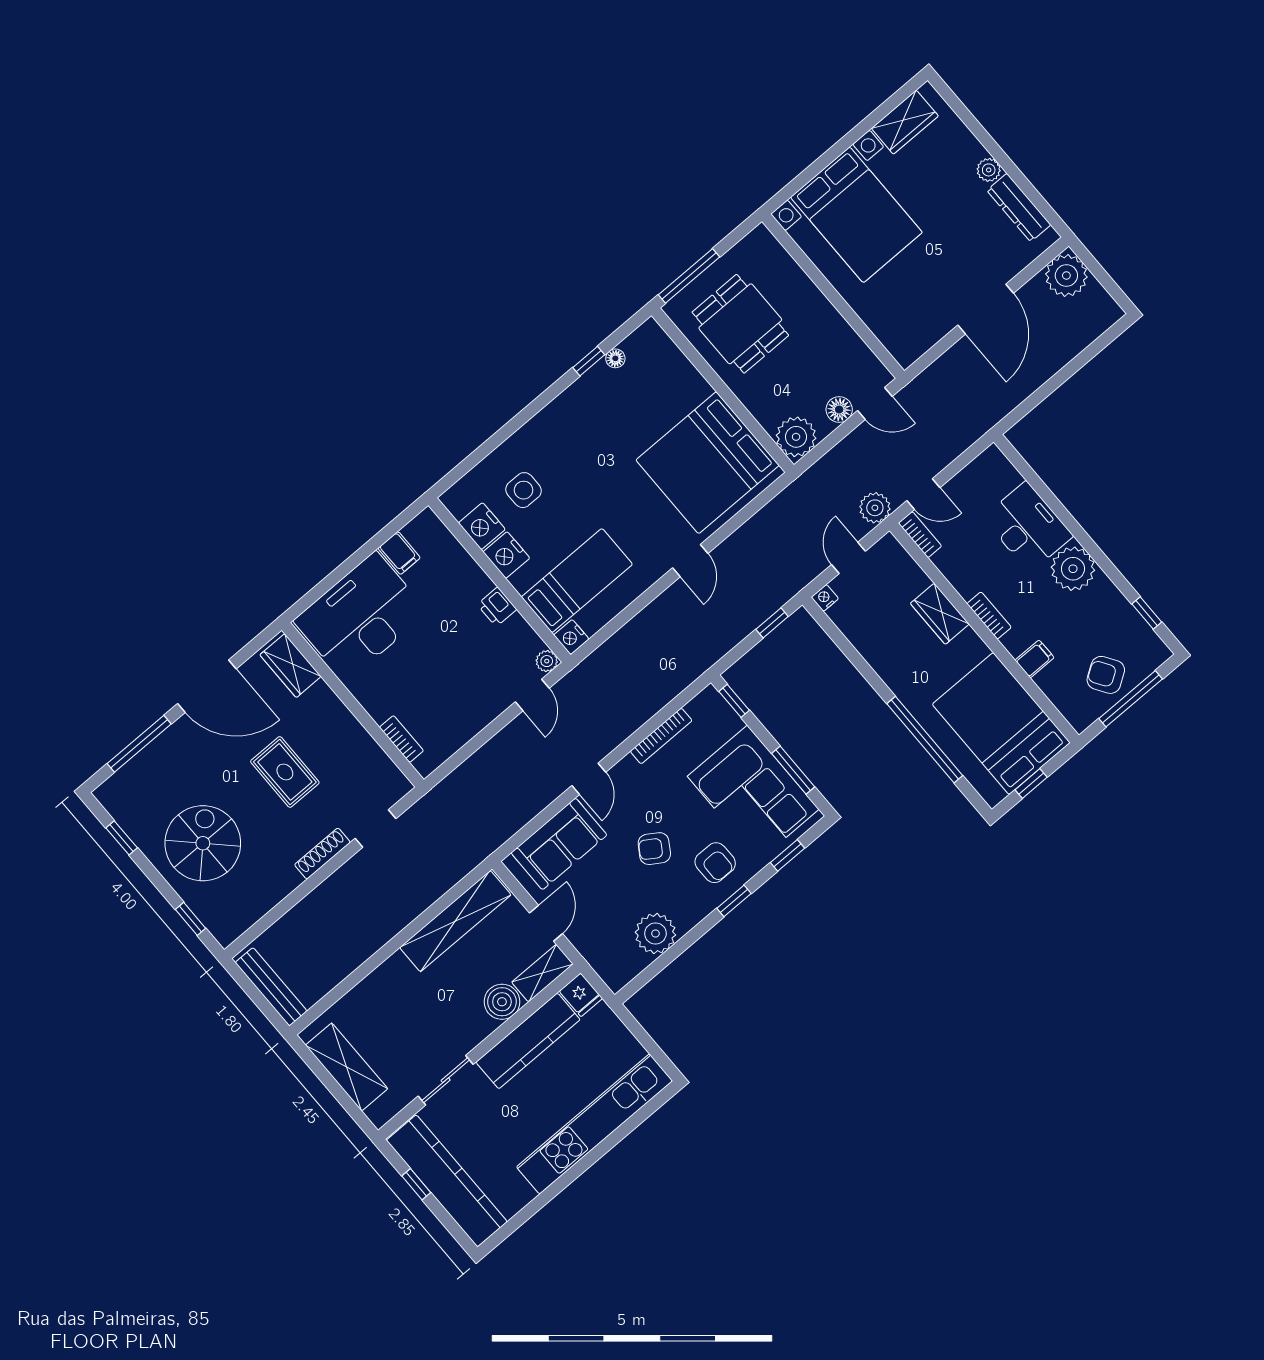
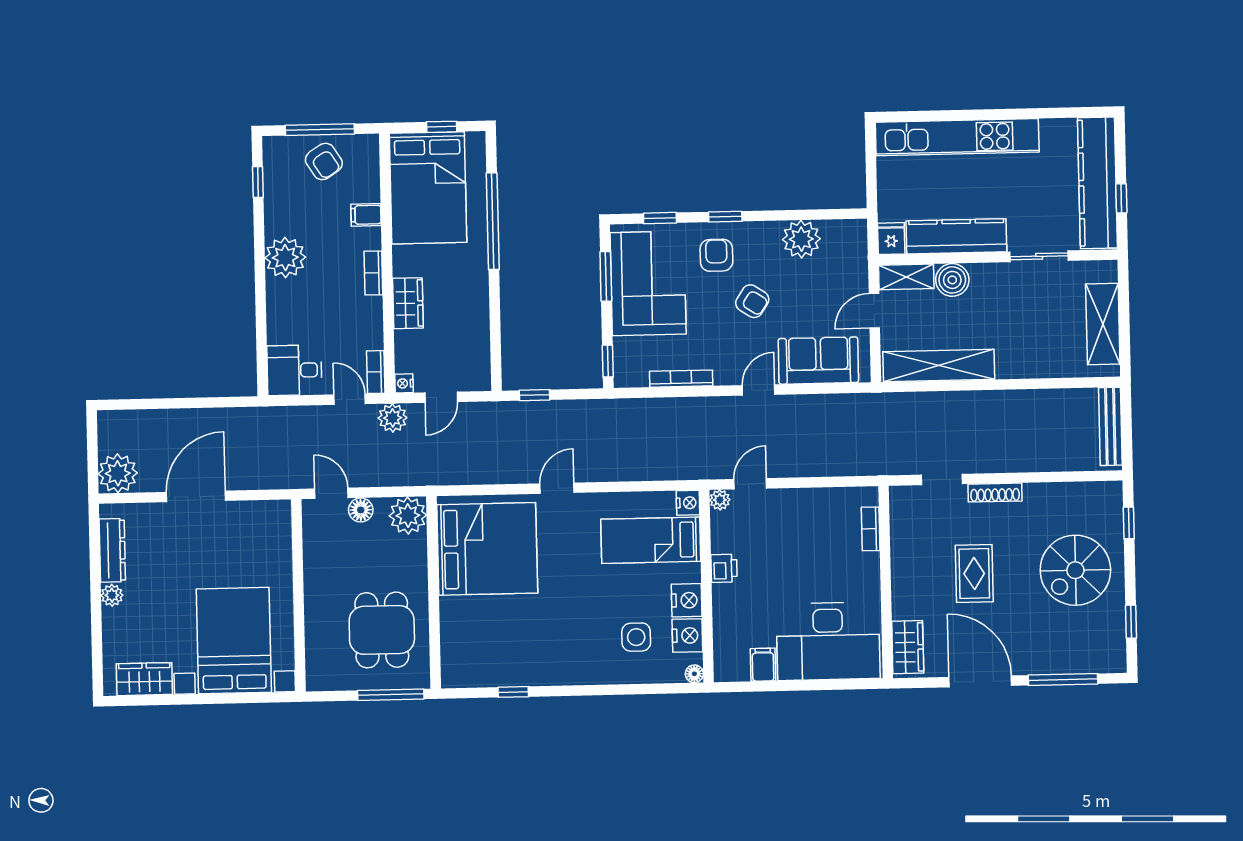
floor lamp: (615, 358) -> (694, 674), moved
desk: (1028, 527) -> (294, 370), moved, width x0.73
nightstand: (825, 598) -> (404, 383), moved, turned 90

